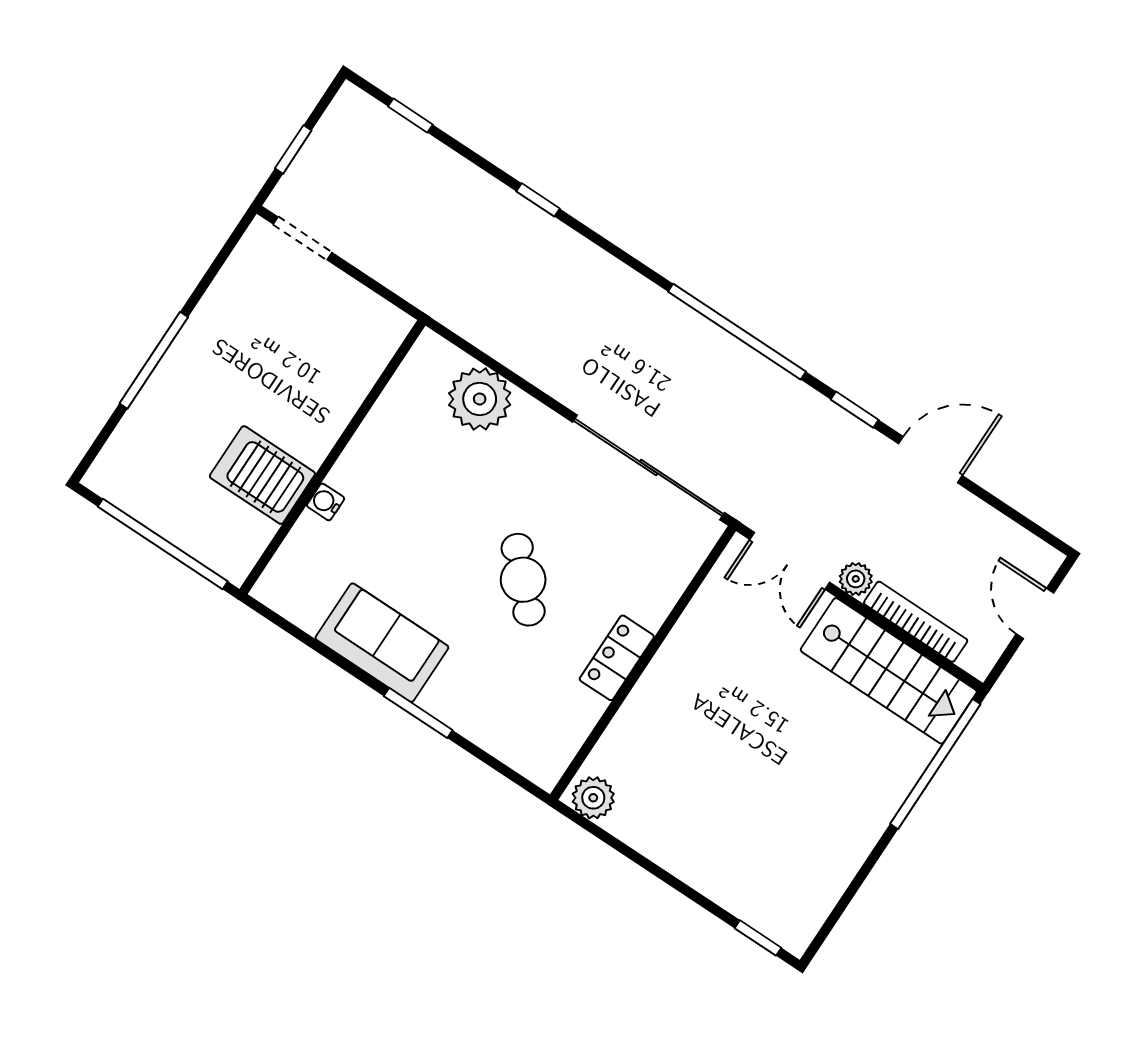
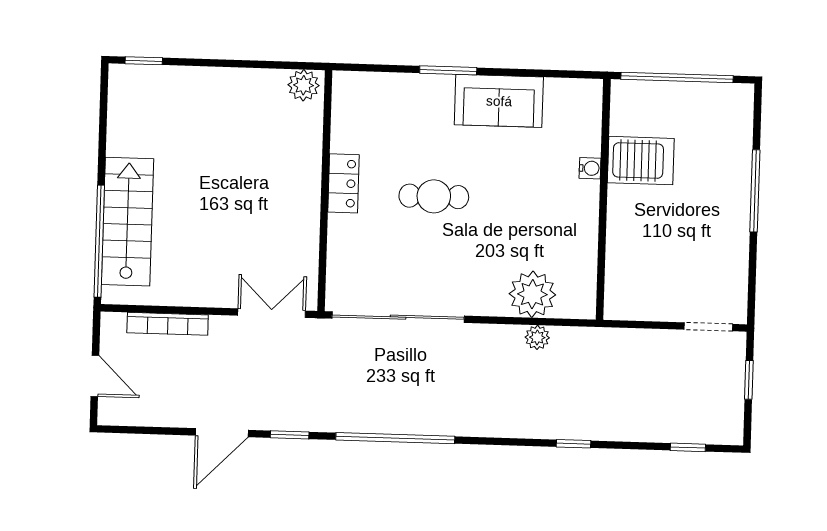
plant: (856, 579) -> (537, 337), moved
cafe table: (523, 580) -> (434, 196), turned -46
stairs: (889, 671) -> (128, 222), moved, turned 90

